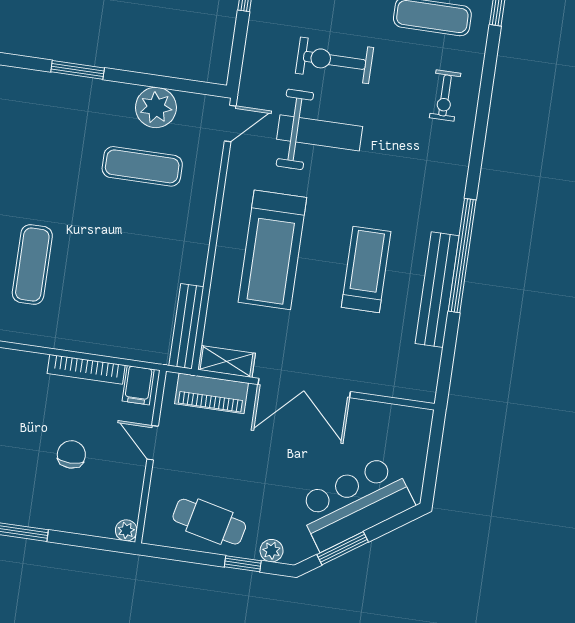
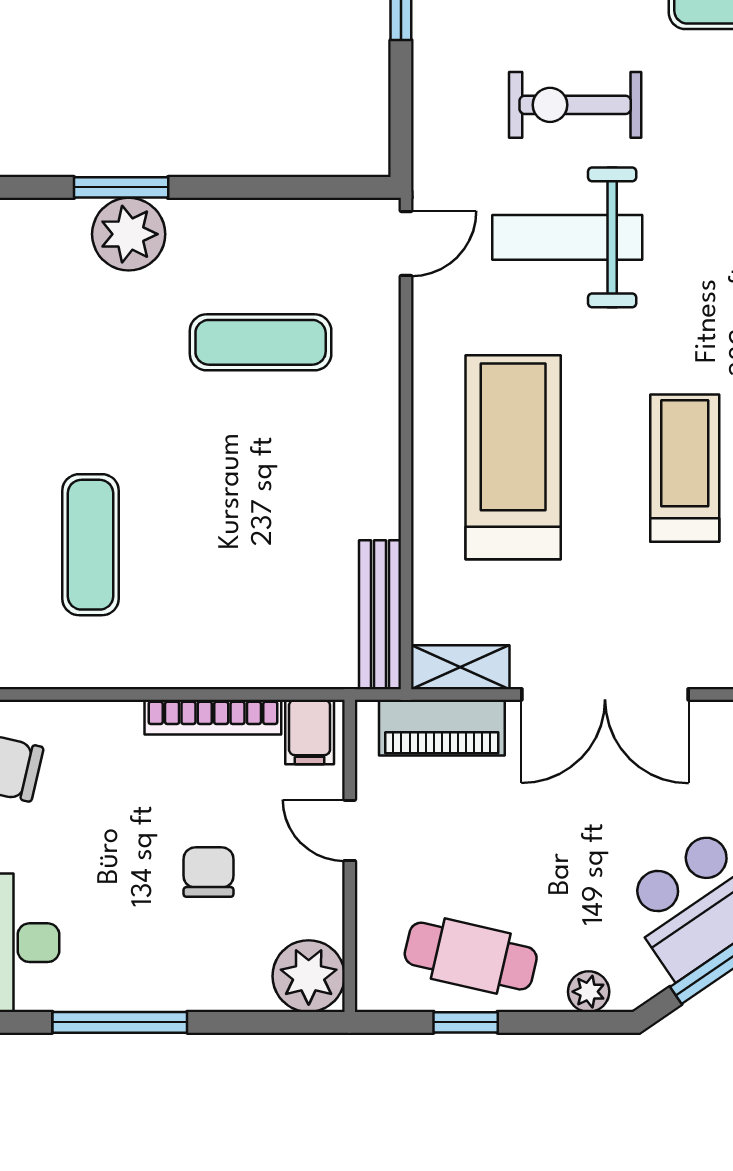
plant: (156, 107) -> (129, 234), moved
weight bench: (320, 133) -> (567, 237), turned 180
treadmill: (272, 250) -> (513, 457), turned 180
plant: (126, 530) -> (309, 976), width x1.88, depth x1.88
window: (243, 564) -> (466, 1022), moved

